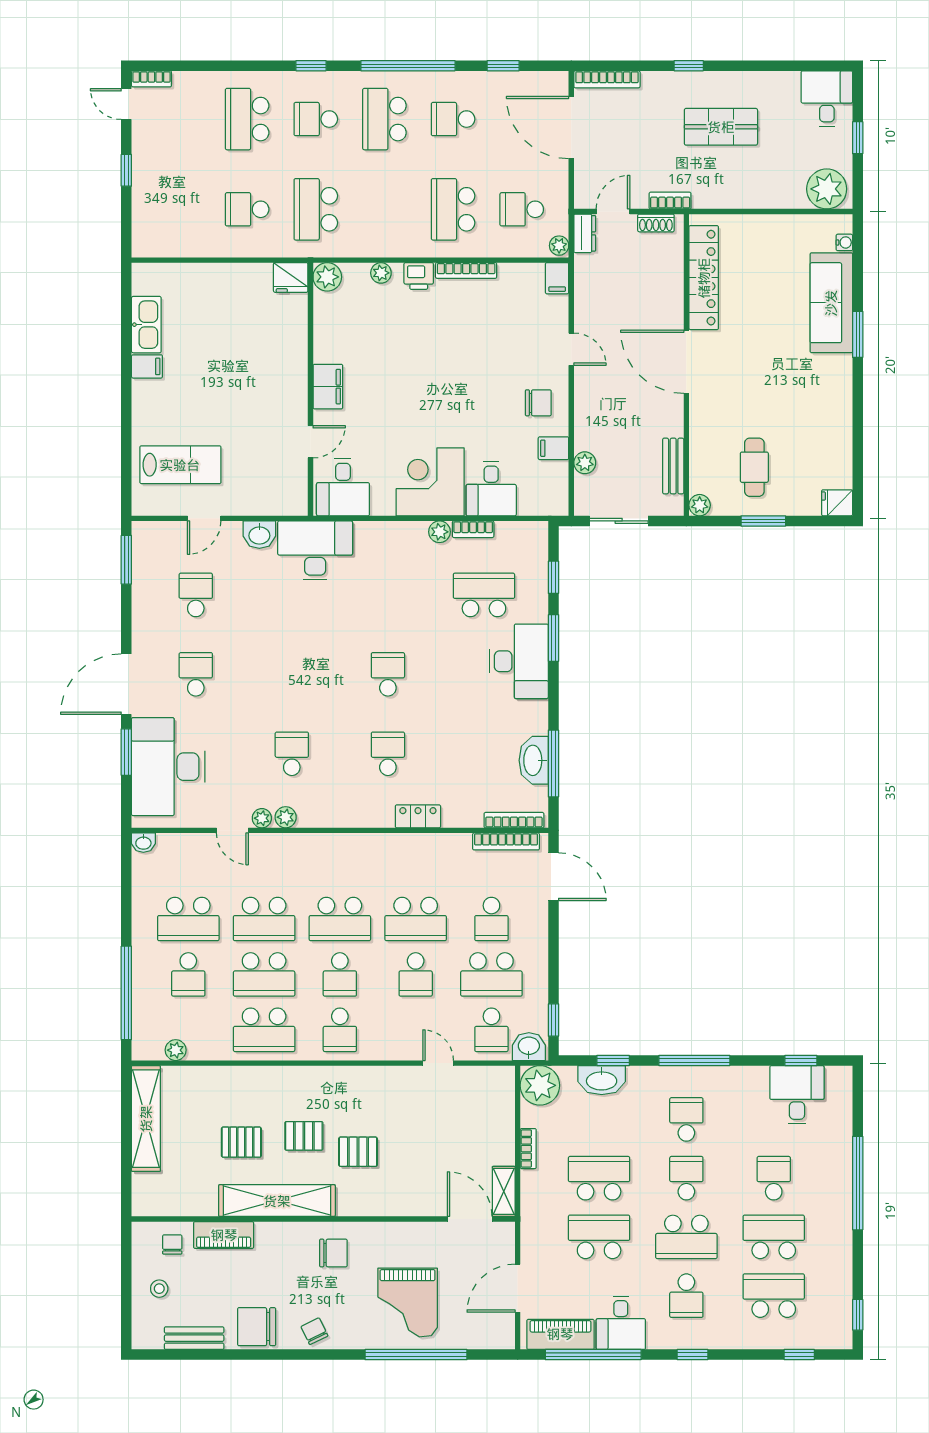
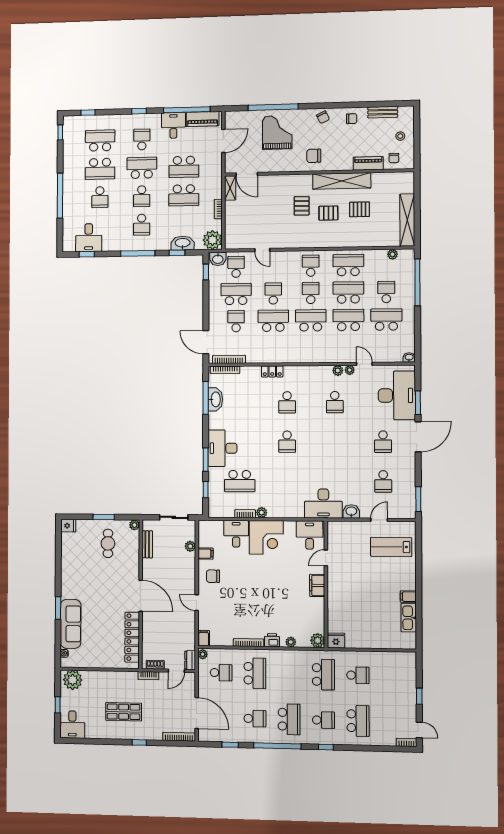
pallet: (358, 1152) -> (302, 206), turned 90
school desk: (774, 1296) -> (100, 141), turned 180
chair: (257, 1327) -> (352, 119), width x0.54, depth x0.54

